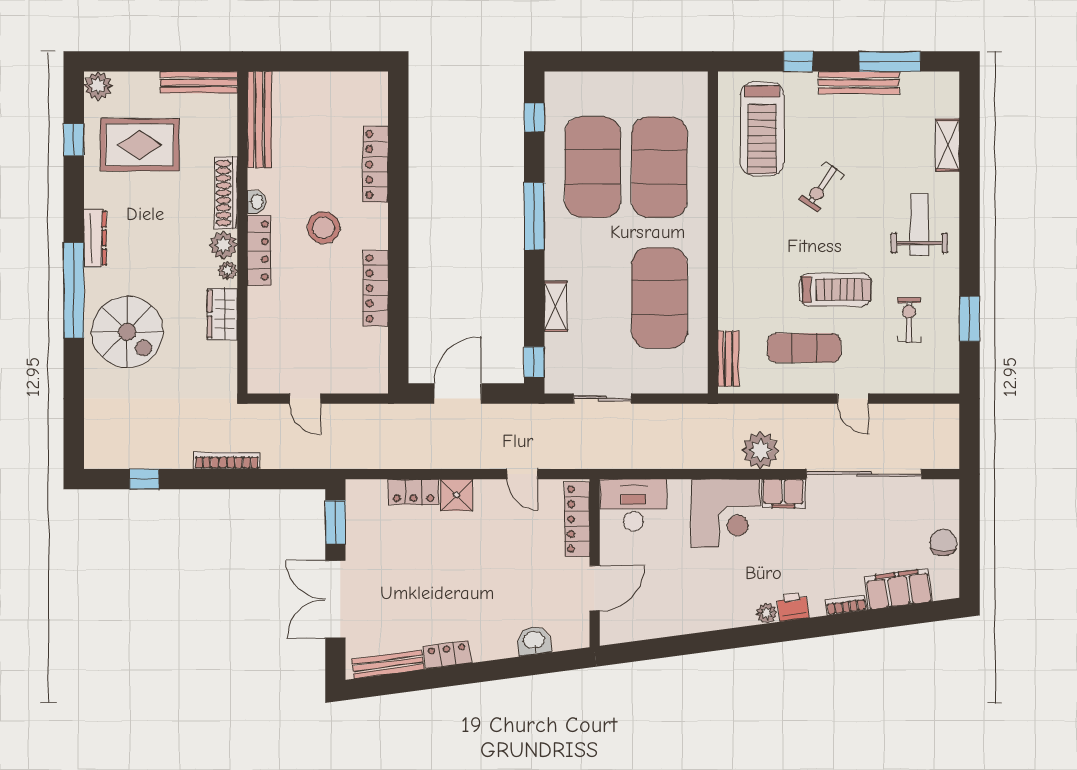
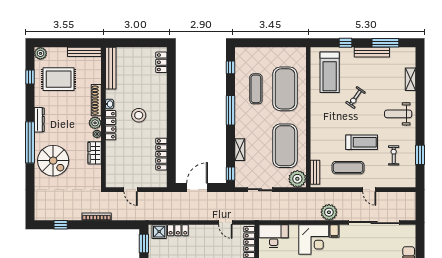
locker: (376, 164) -> (161, 62), moved, width x0.66
exercise mat: (593, 167) -> (256, 89), width x0.50, depth x0.69
weight bench: (919, 225) -> (398, 114), turned -90
locker: (376, 288) -> (161, 154), moved
plant: (688, 374) -> (297, 179), added
filing cabinet: (783, 494) -> (334, 231), width x0.50
shower: (457, 495) -> (159, 232), moved

